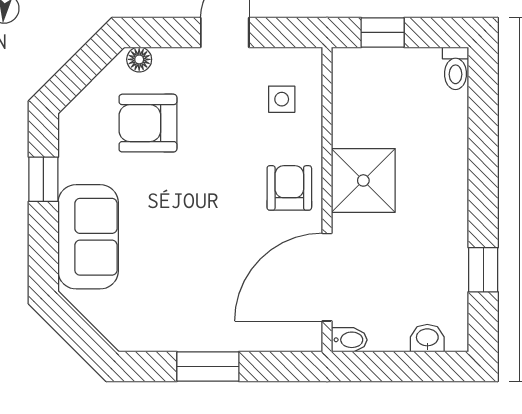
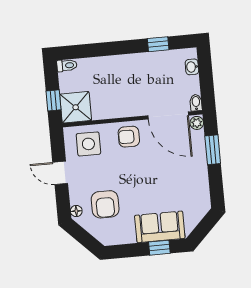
side table: (282, 99) -> (88, 144), width x1.87, depth x1.87
window: (43, 179) -> (159, 248), moved
shower: (363, 180) -> (76, 107), moved
plant: (305, 337) -> (197, 123), added
window: (208, 366) -> (213, 150), moved

